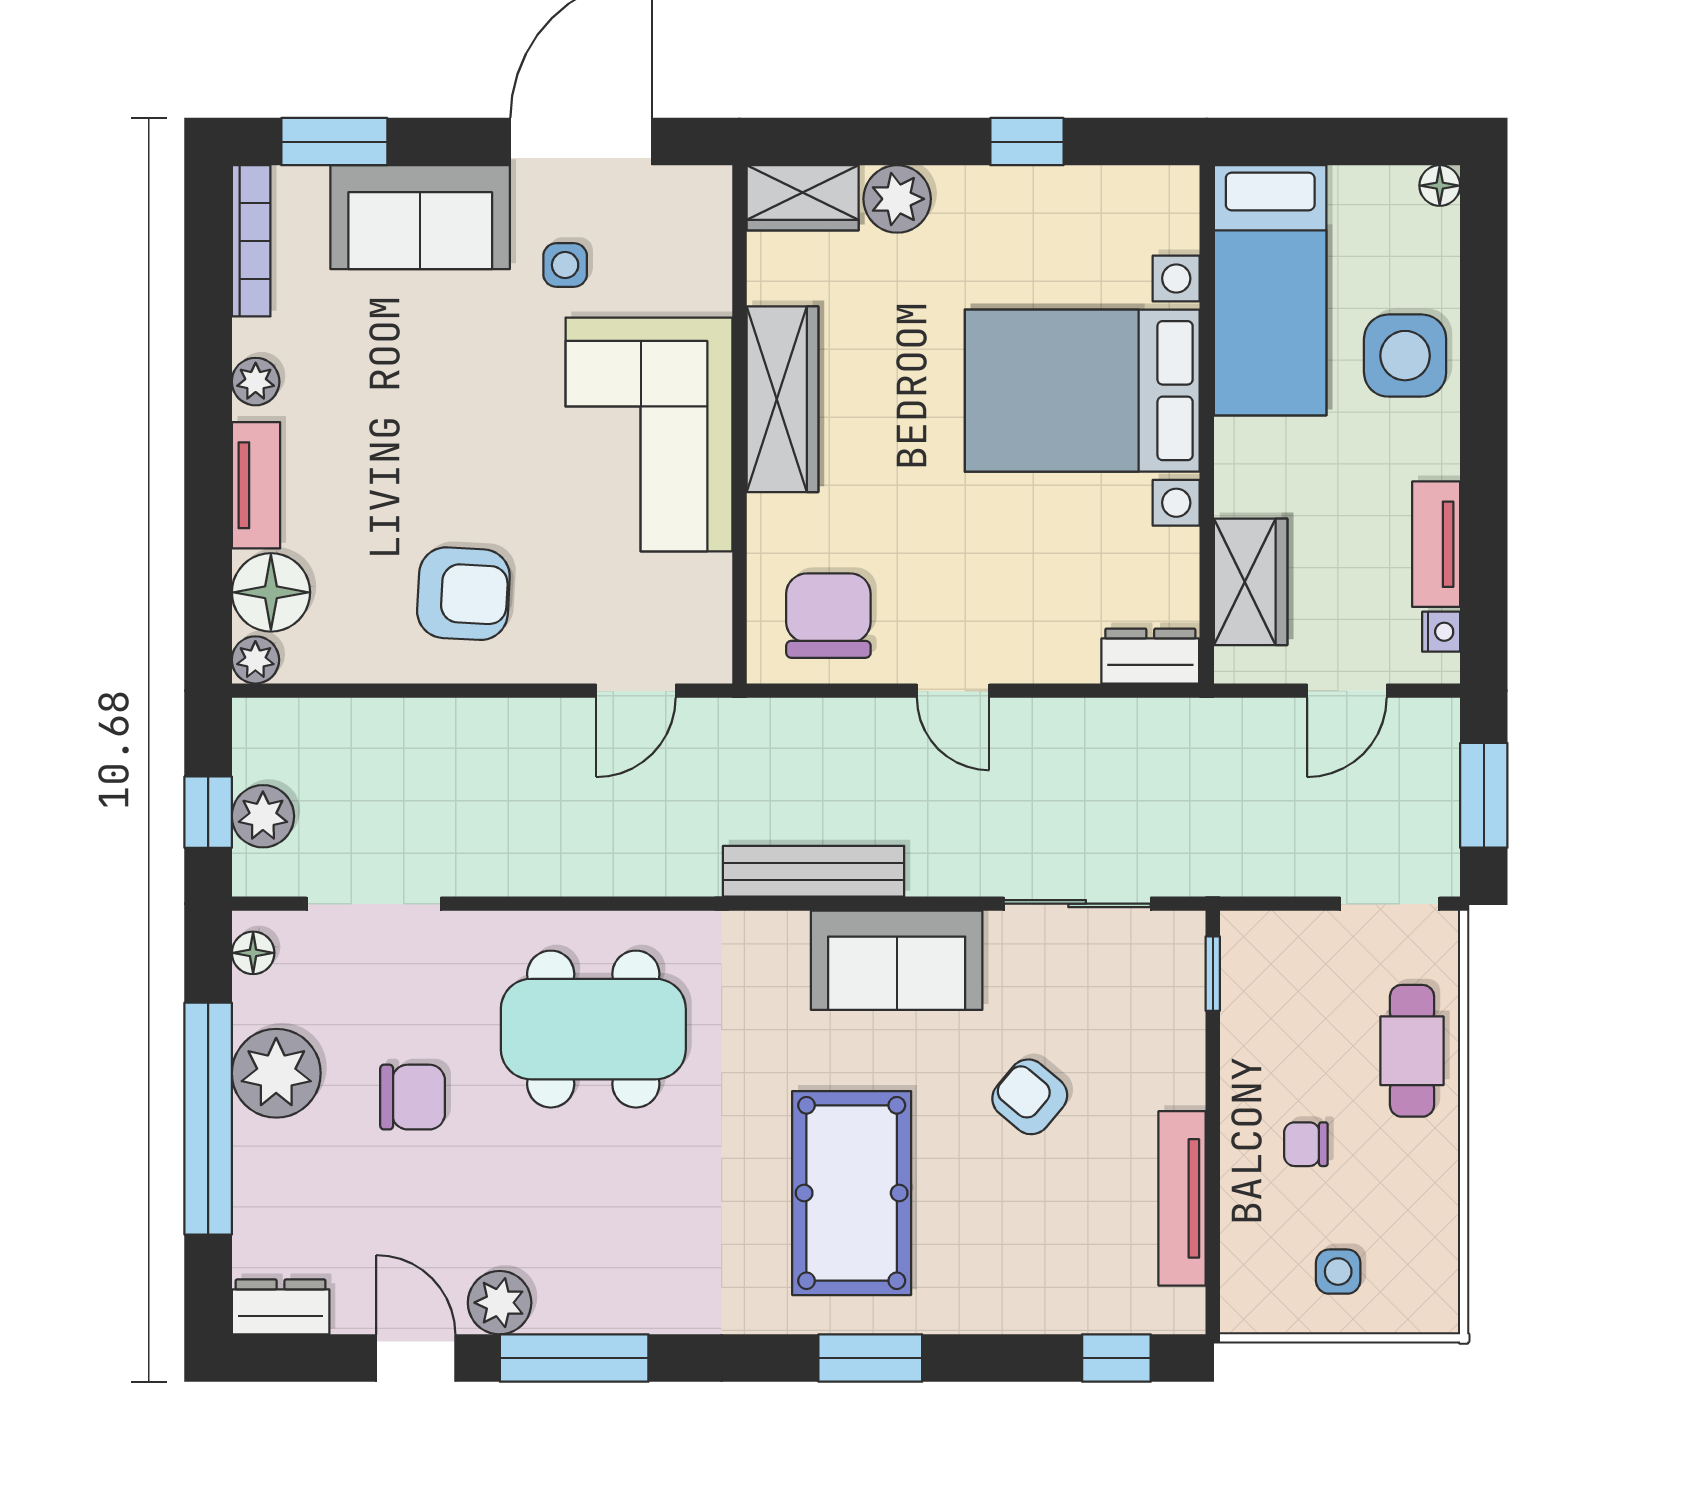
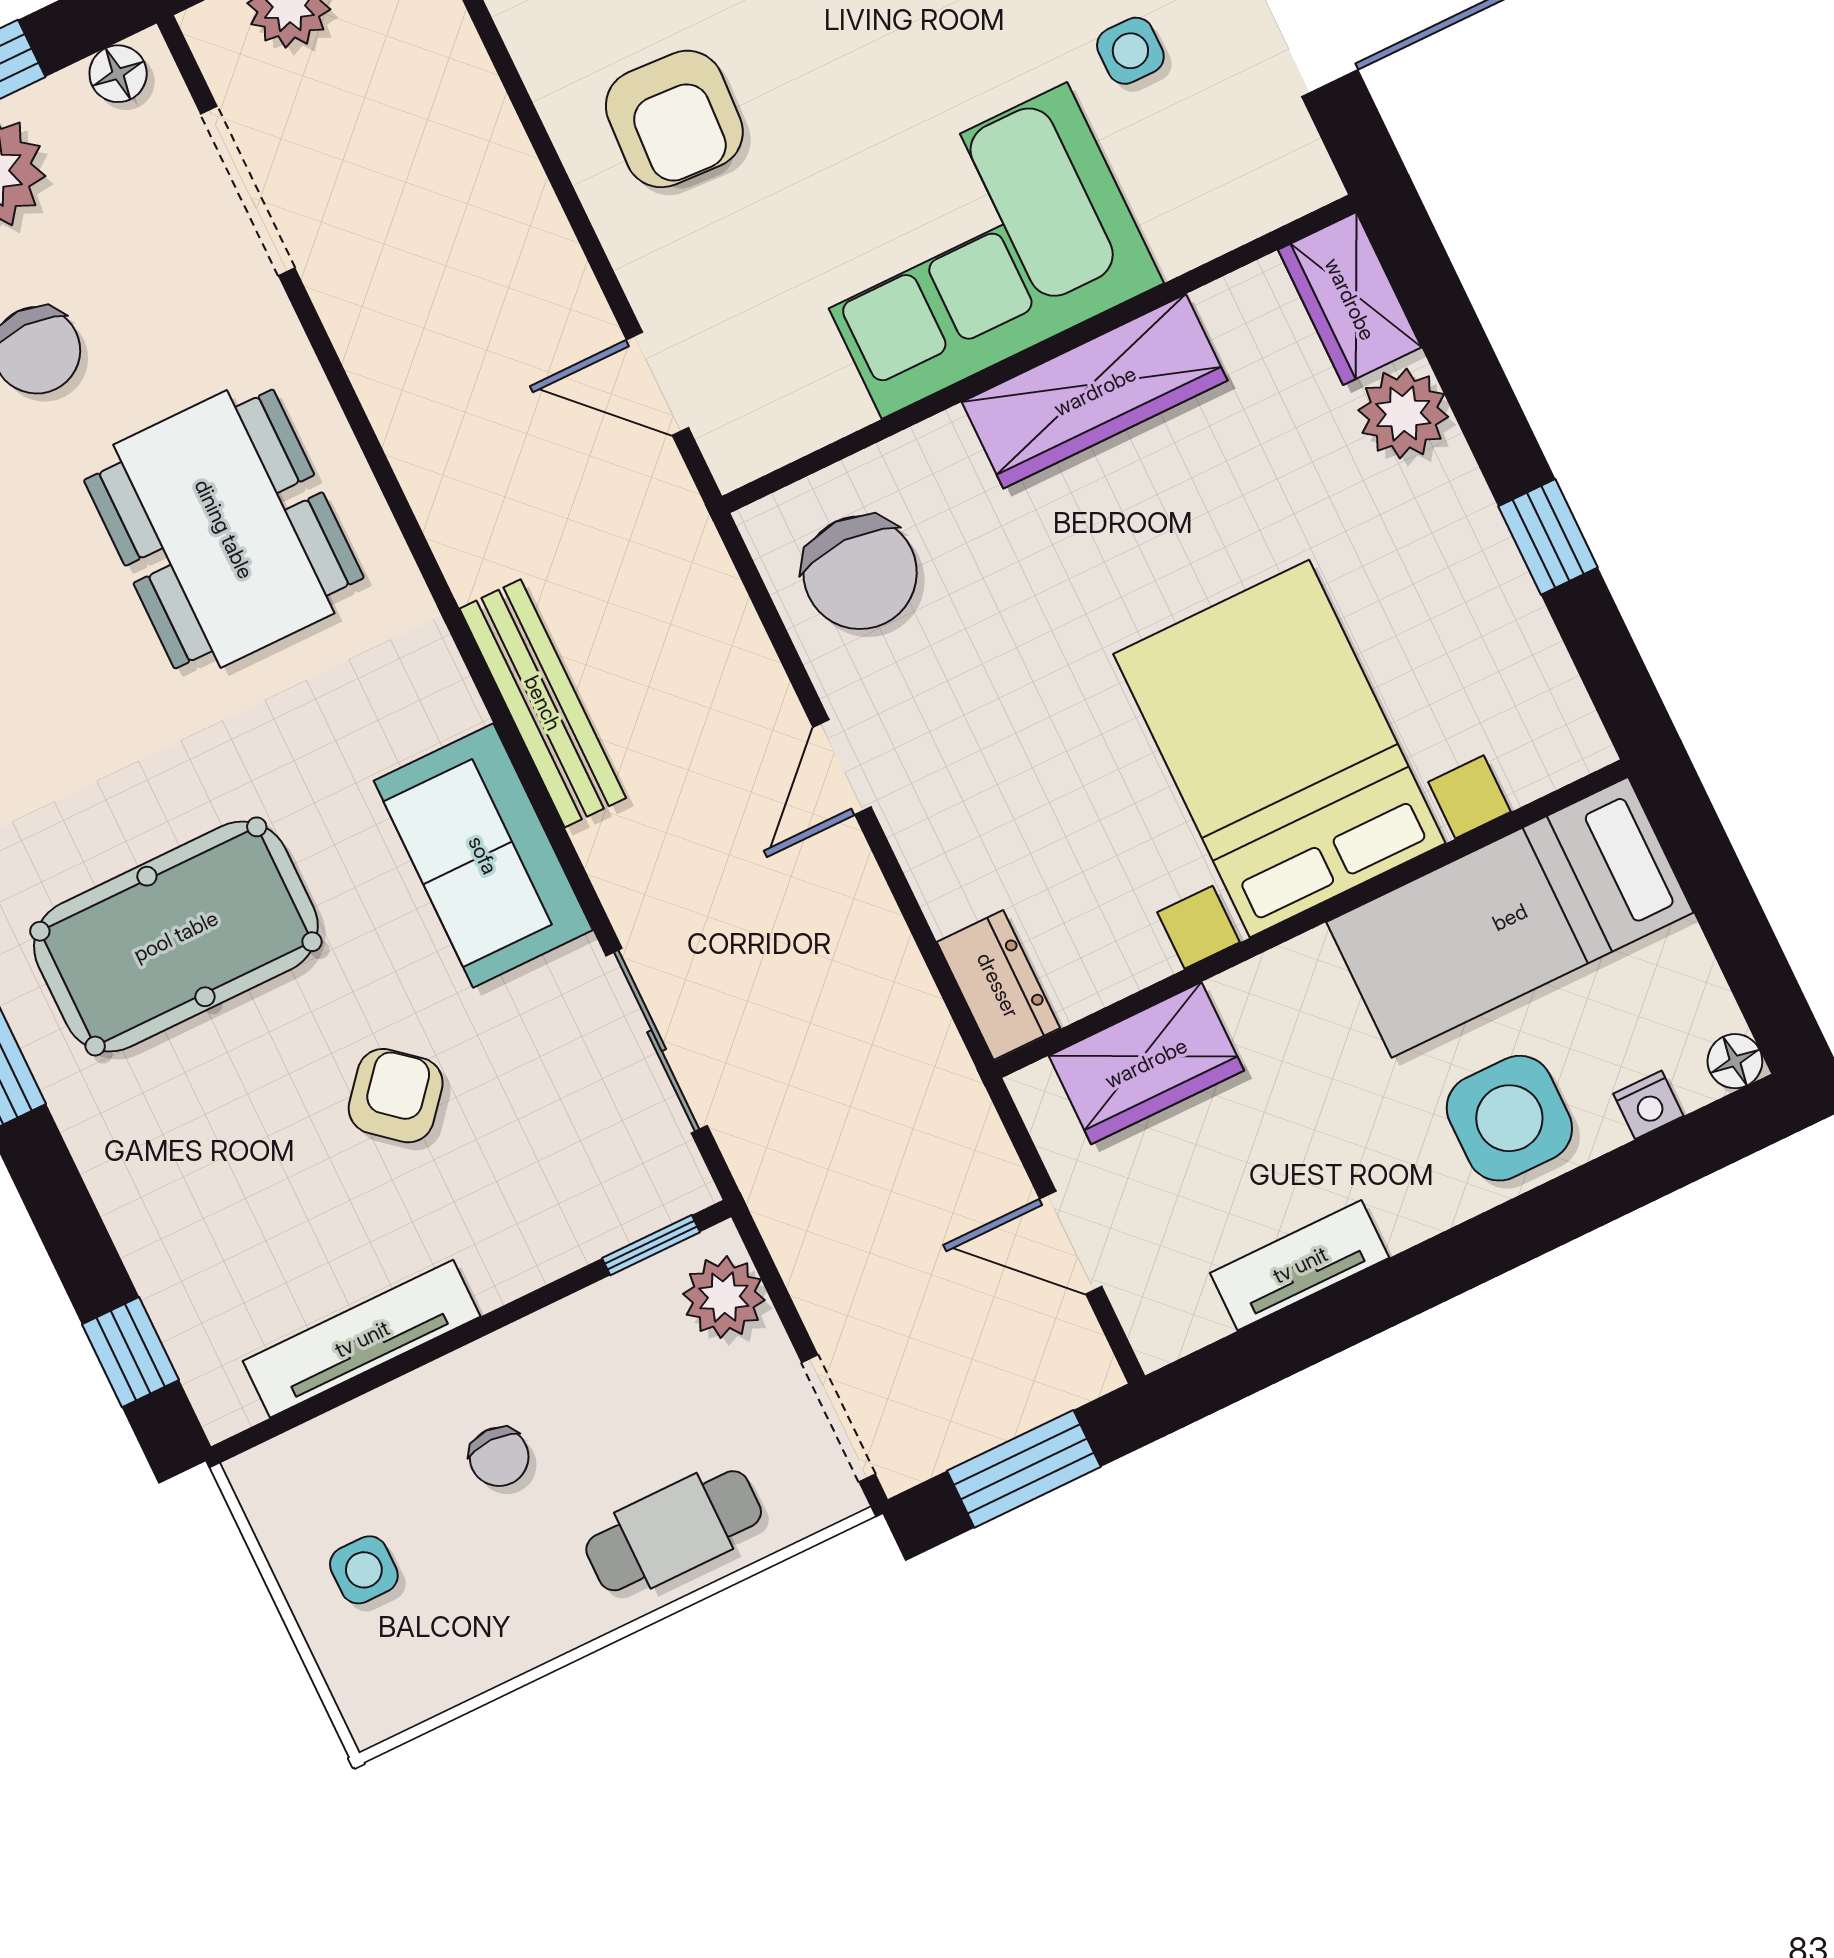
chair: (828, 616) -> (860, 573), turned 90
nightstand: (1441, 632) -> (1648, 1105), moved
plant: (1271, 941) -> (724, 1297), added
chair: (1306, 1144) -> (499, 1457), turned 180

